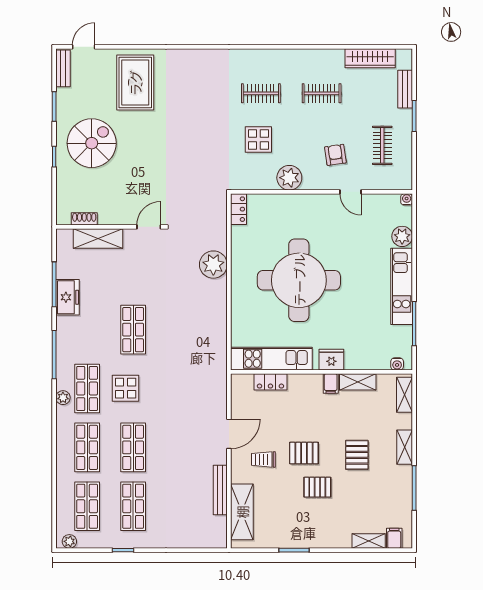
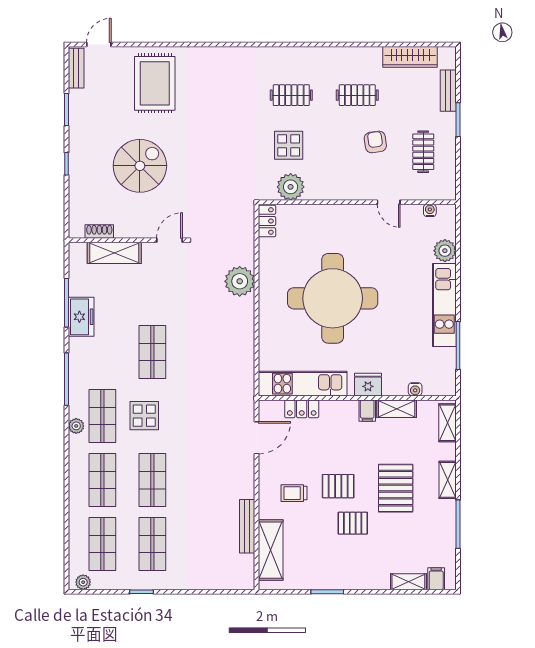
spiral stairs: (92, 143) -> (140, 166), moved
armchair: (335, 155) -> (375, 142), moved
plant: (289, 178) -> (291, 187), moved
water cooler: (407, 199) -> (430, 210), moved
water cooler: (397, 364) -> (415, 389), moved
door: (229, 434) -> (257, 438), moved
pallet: (357, 455) -> (396, 488), width x1.50, depth x1.42

